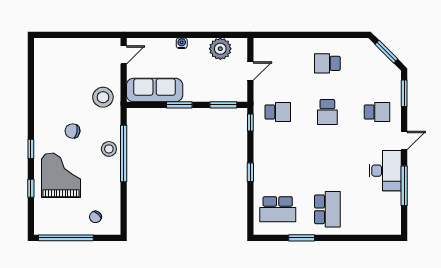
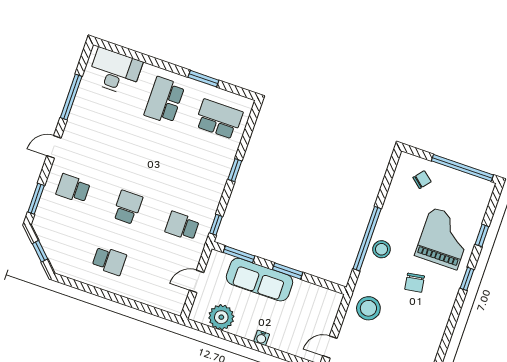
window: (386, 52) -> (40, 251), width x0.67
sofa: (155, 90) -> (260, 280), moved
chair: (73, 131) -> (415, 283), turned 71
desk: (385, 171) -> (115, 72), moved, turned 90
grand piano: (61, 175) -> (444, 238), turned 180

